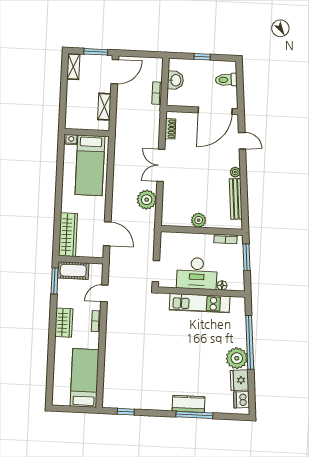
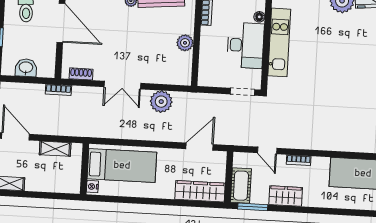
bookcase: (157, 93) -> (58, 90), moved
wardrobe: (64, 323) -> (286, 196), moved

